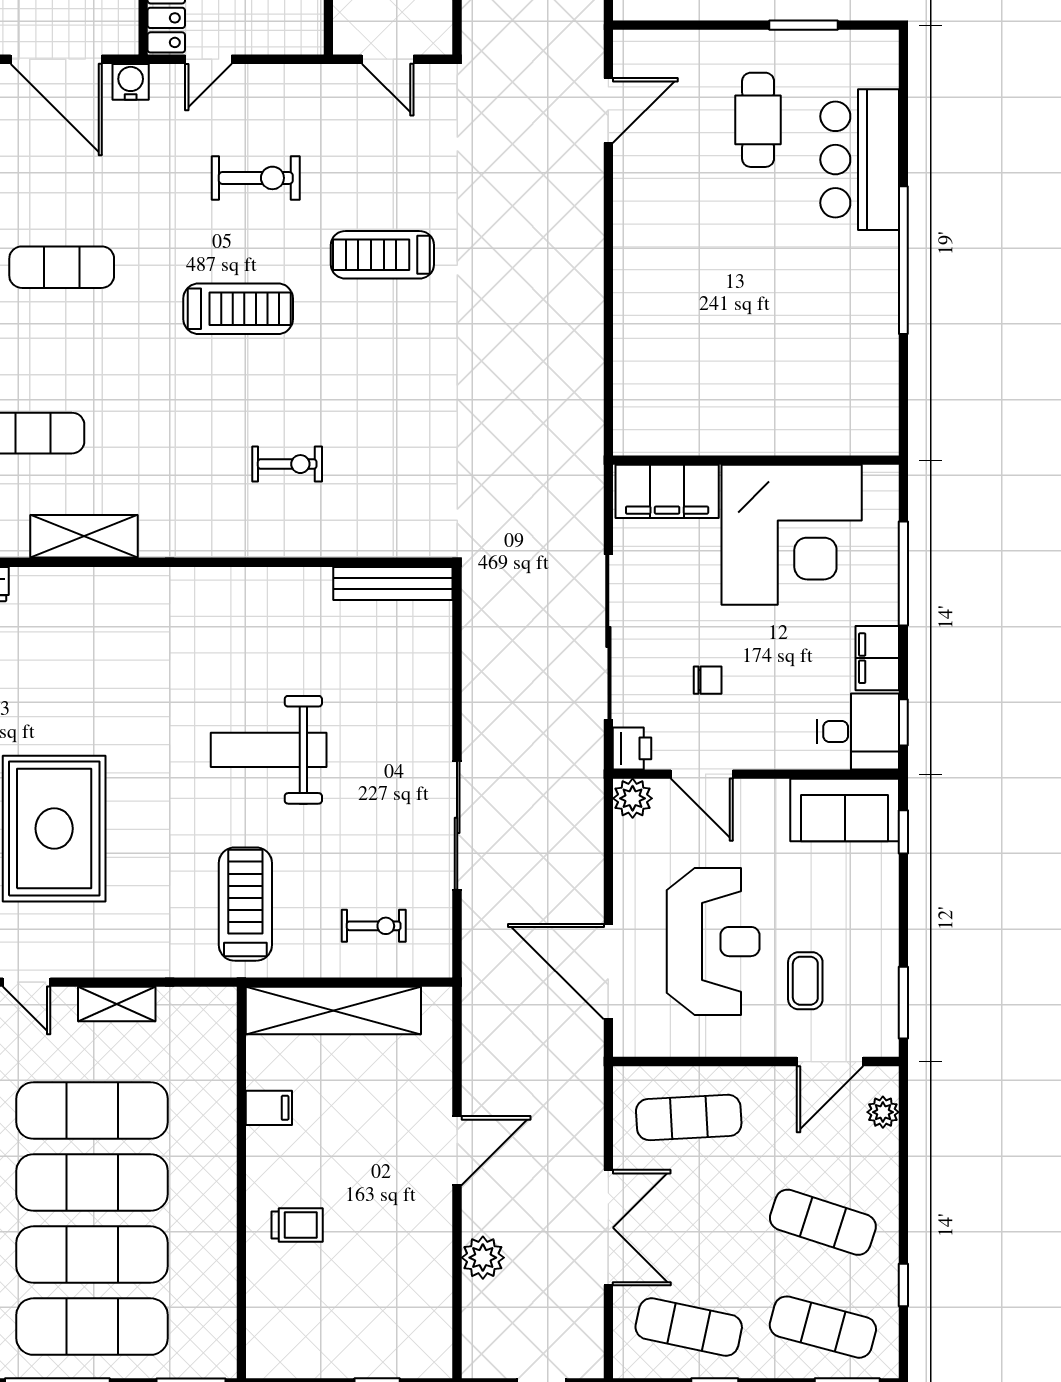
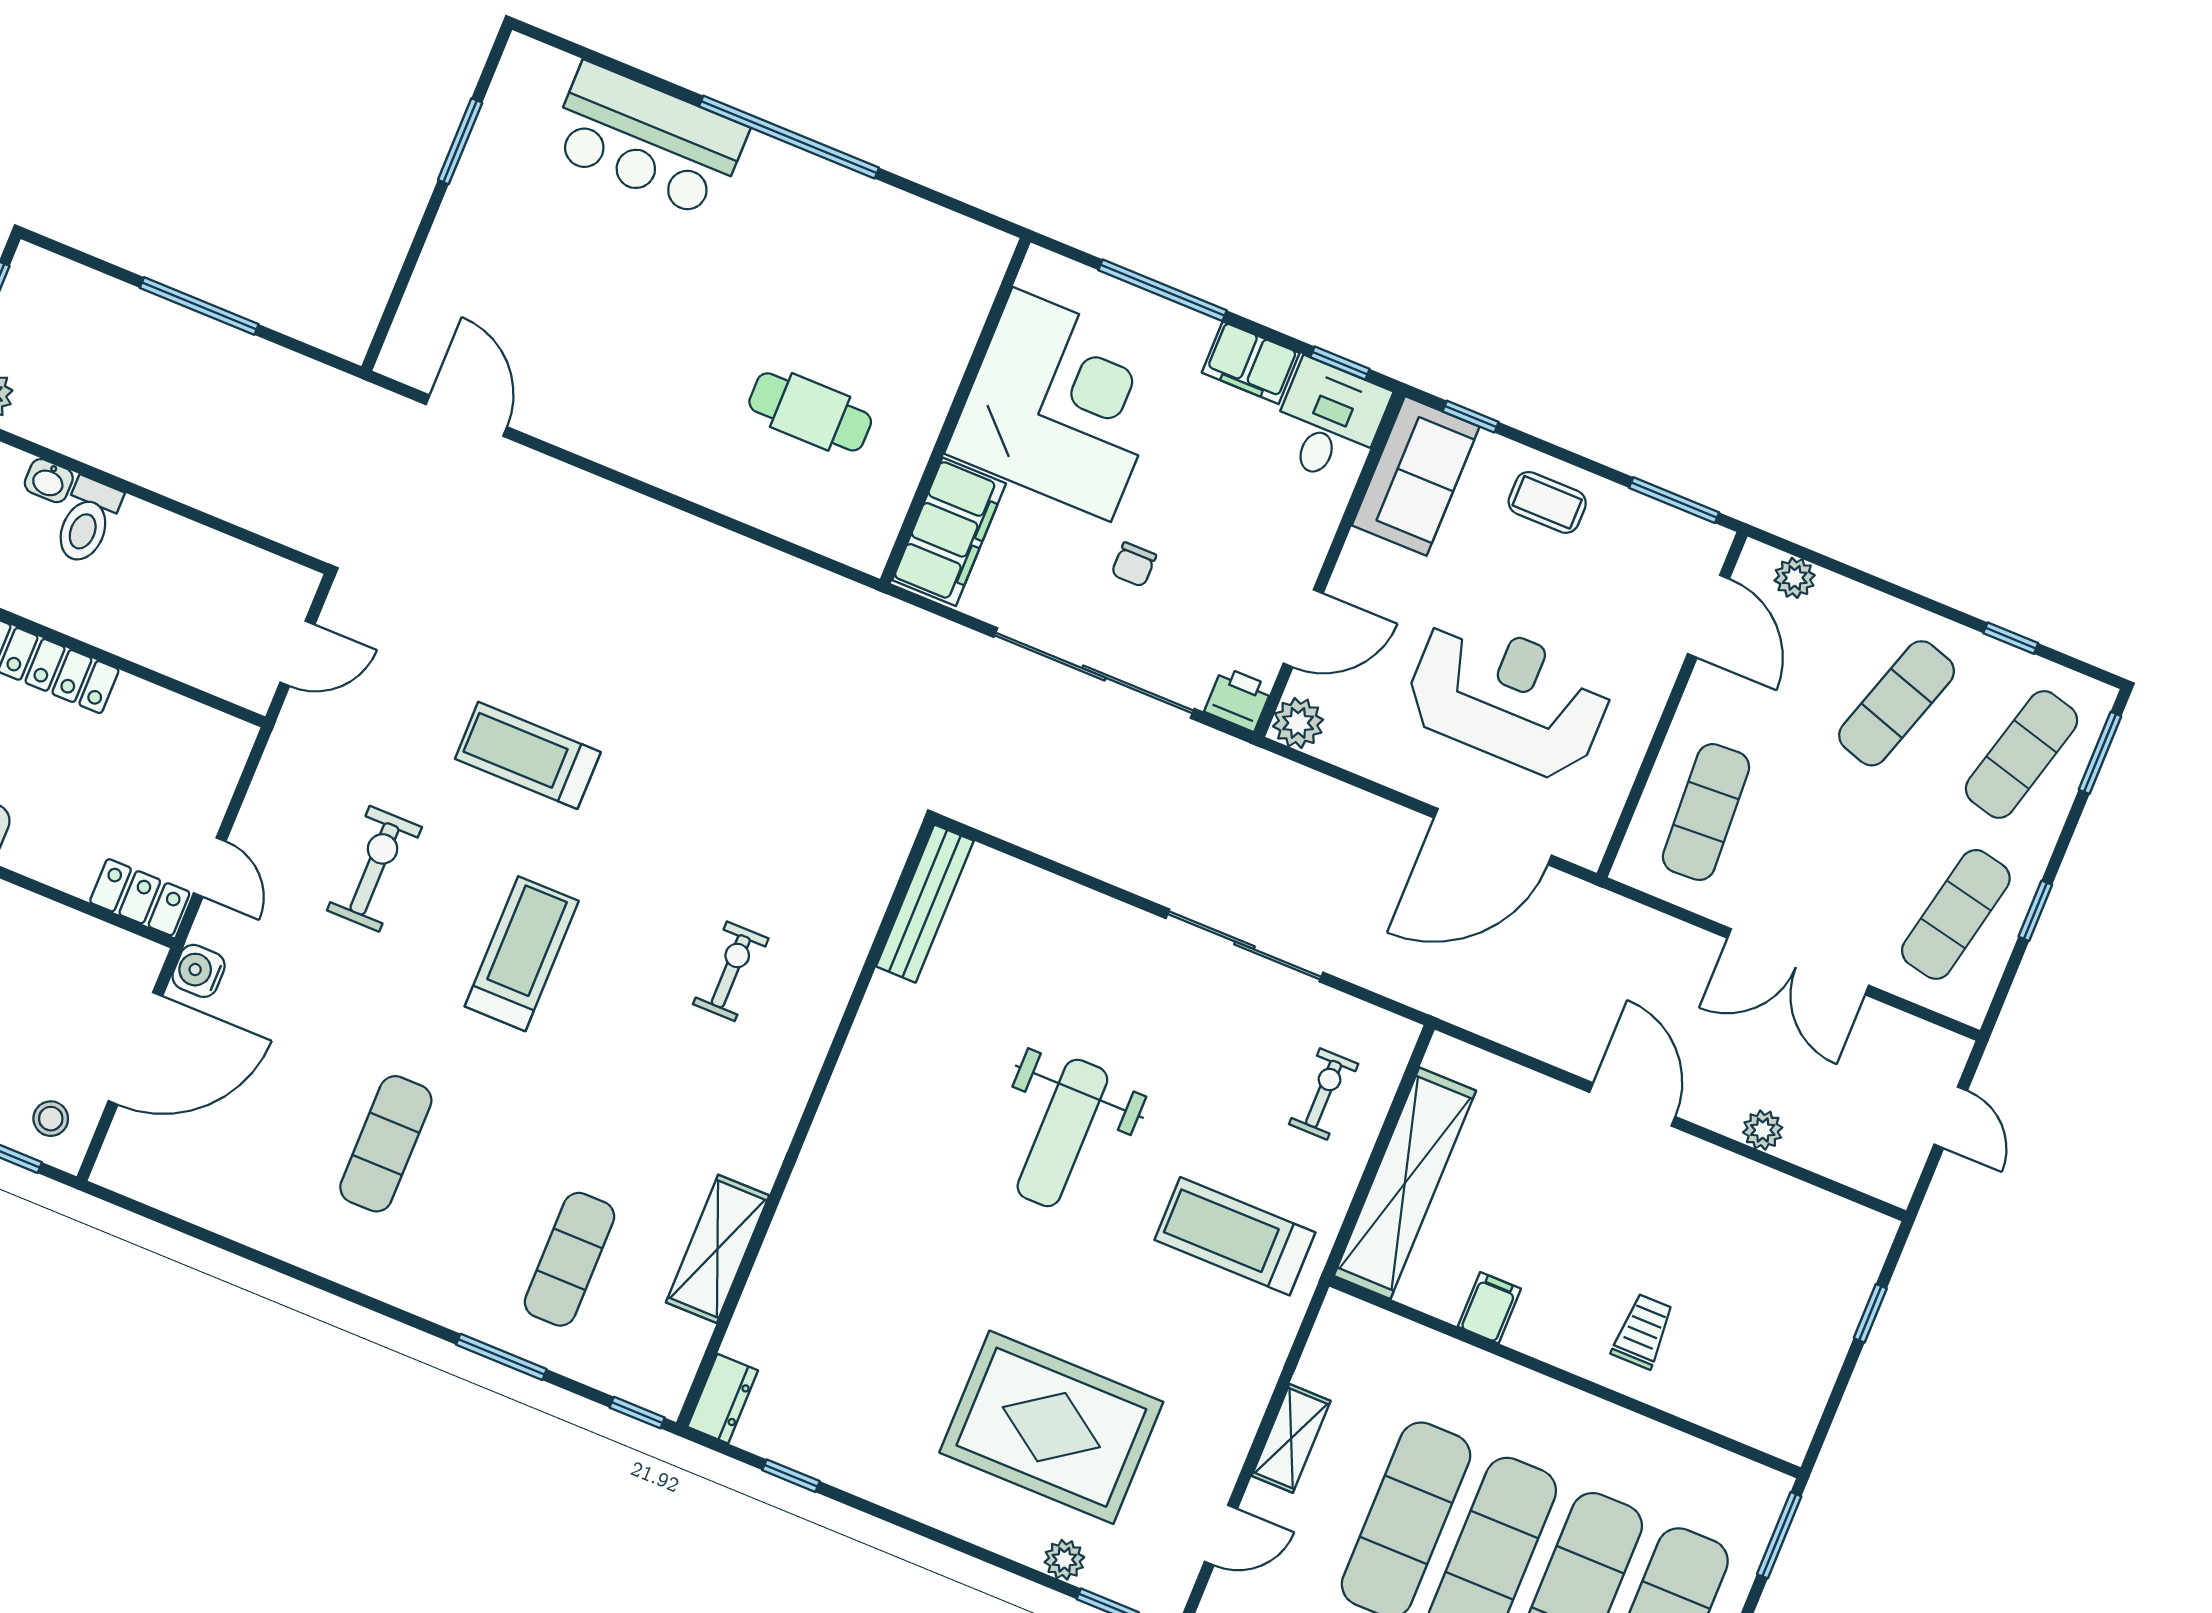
cafe table: (758, 120) -> (810, 412), moved
treadmill: (382, 255) -> (528, 755), turned 90
chair: (708, 680) -> (1134, 565), moved, turned 180
coffee table: (805, 981) -> (1547, 502), moved
double door: (608, 1228) -> (1798, 962), swing flipped
plant: (483, 1258) -> (1763, 1130), width x0.73, depth x0.73

